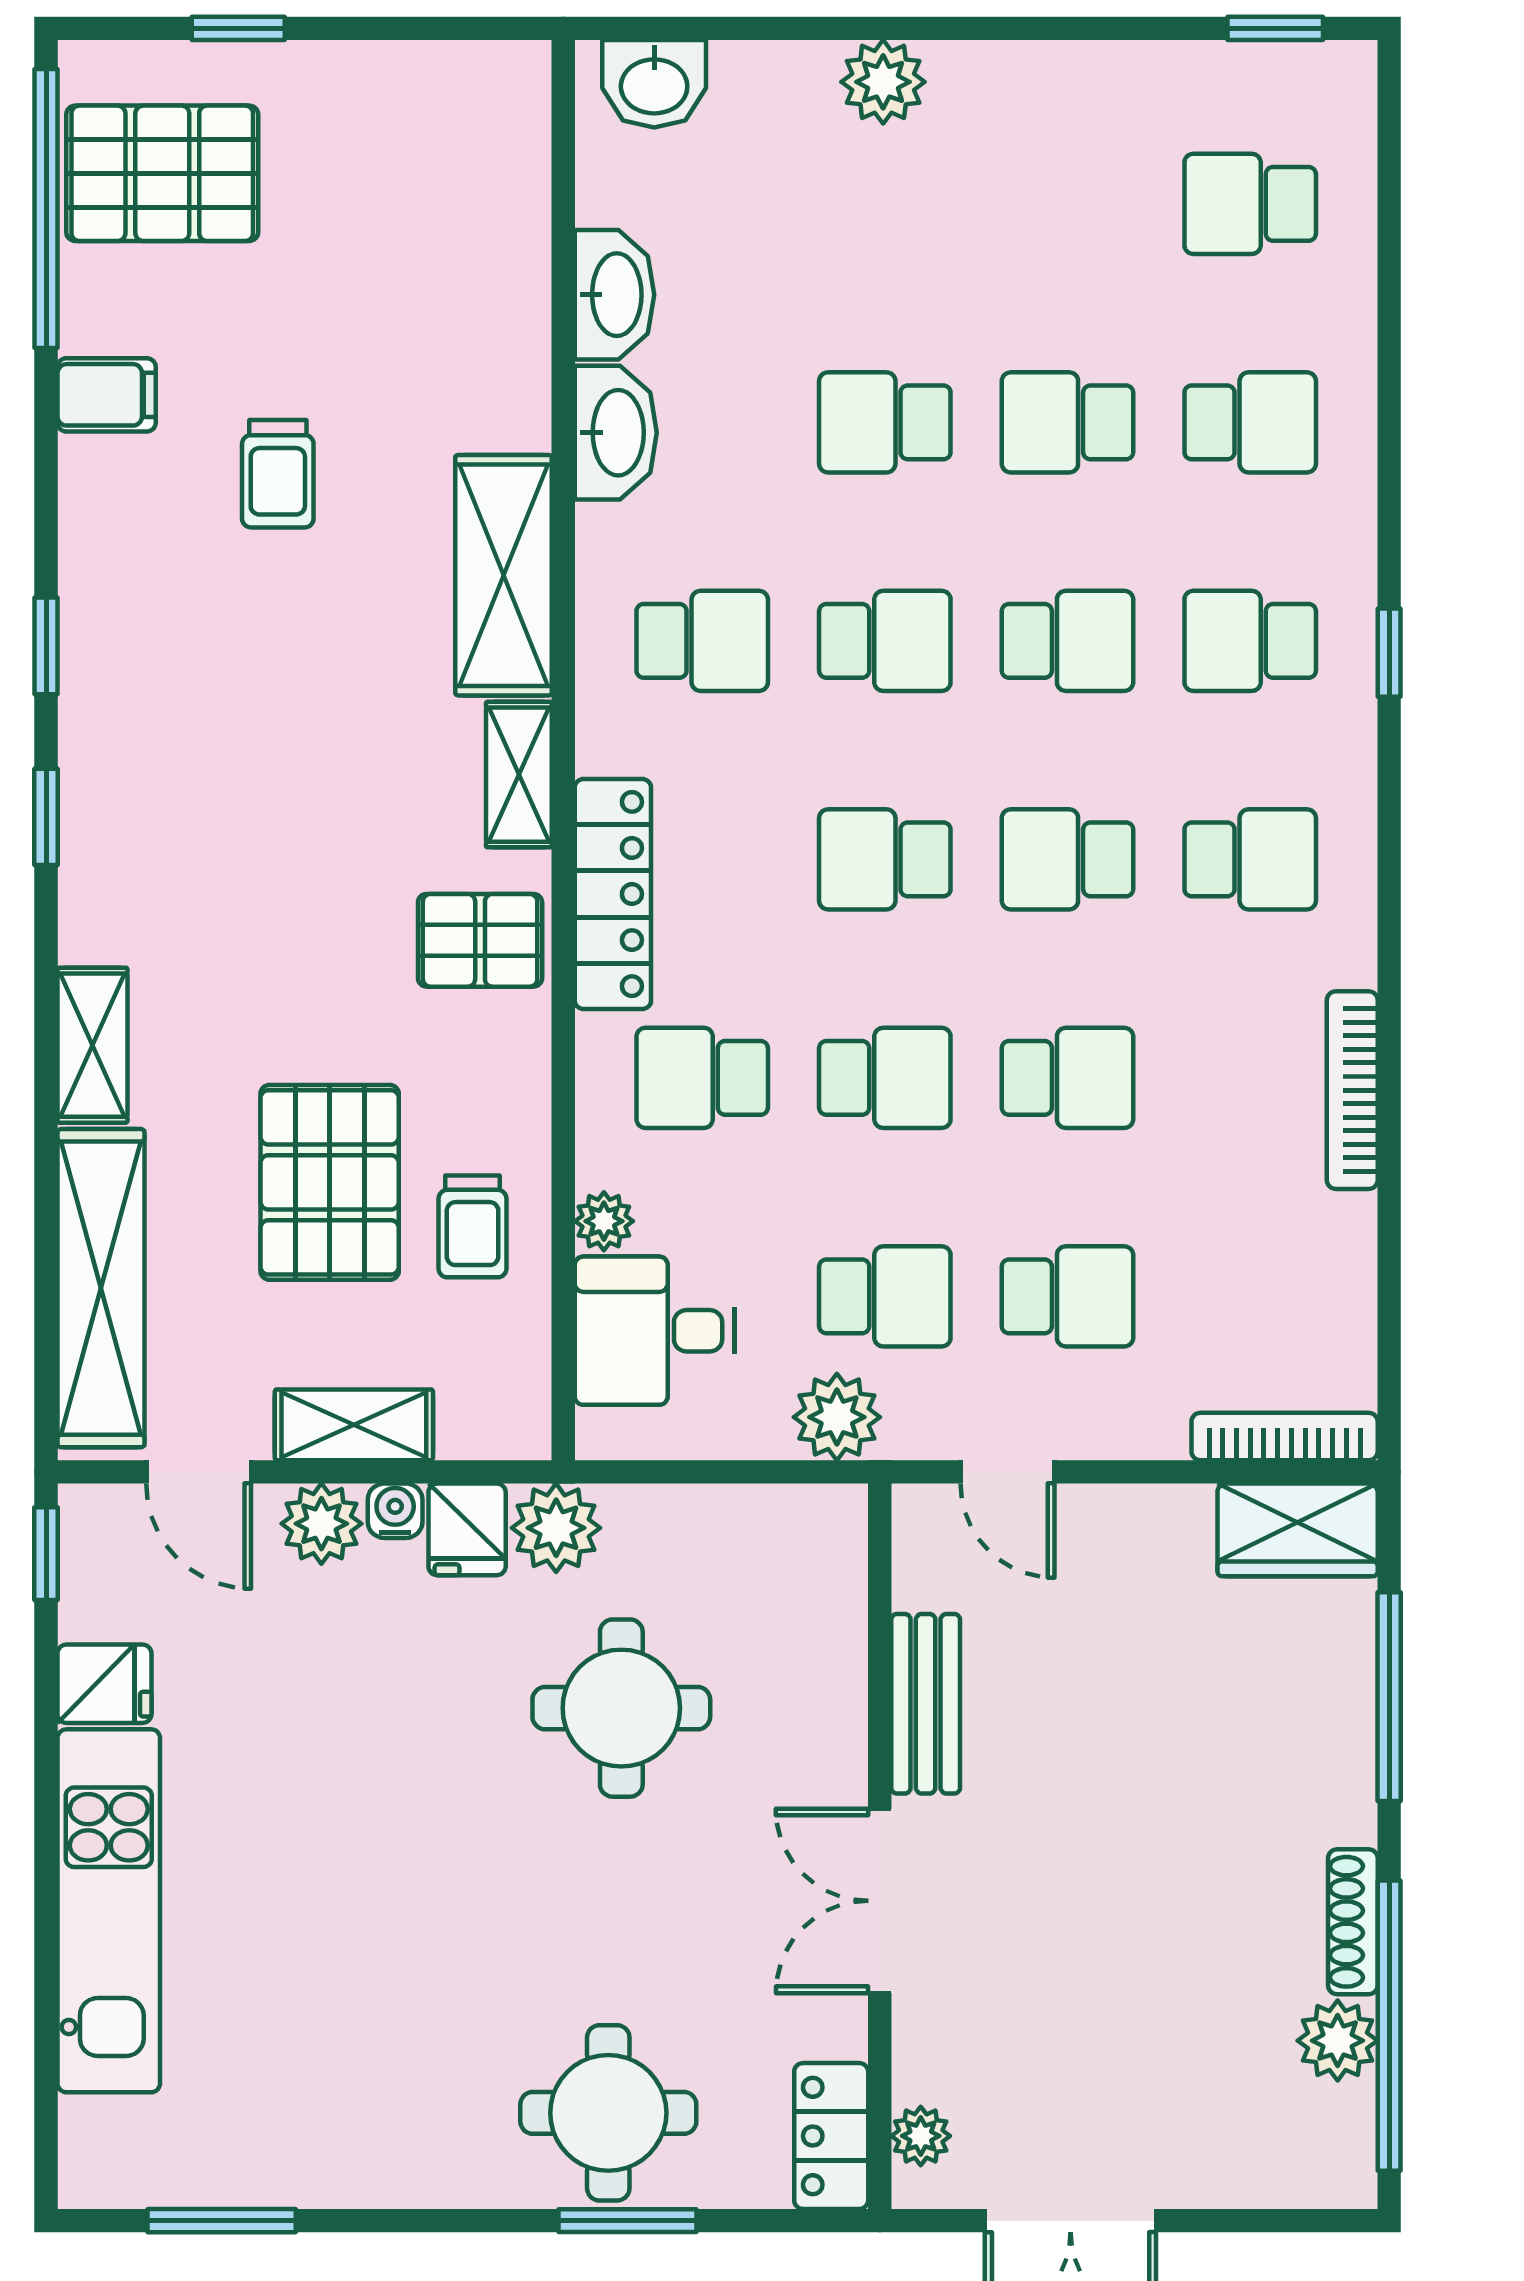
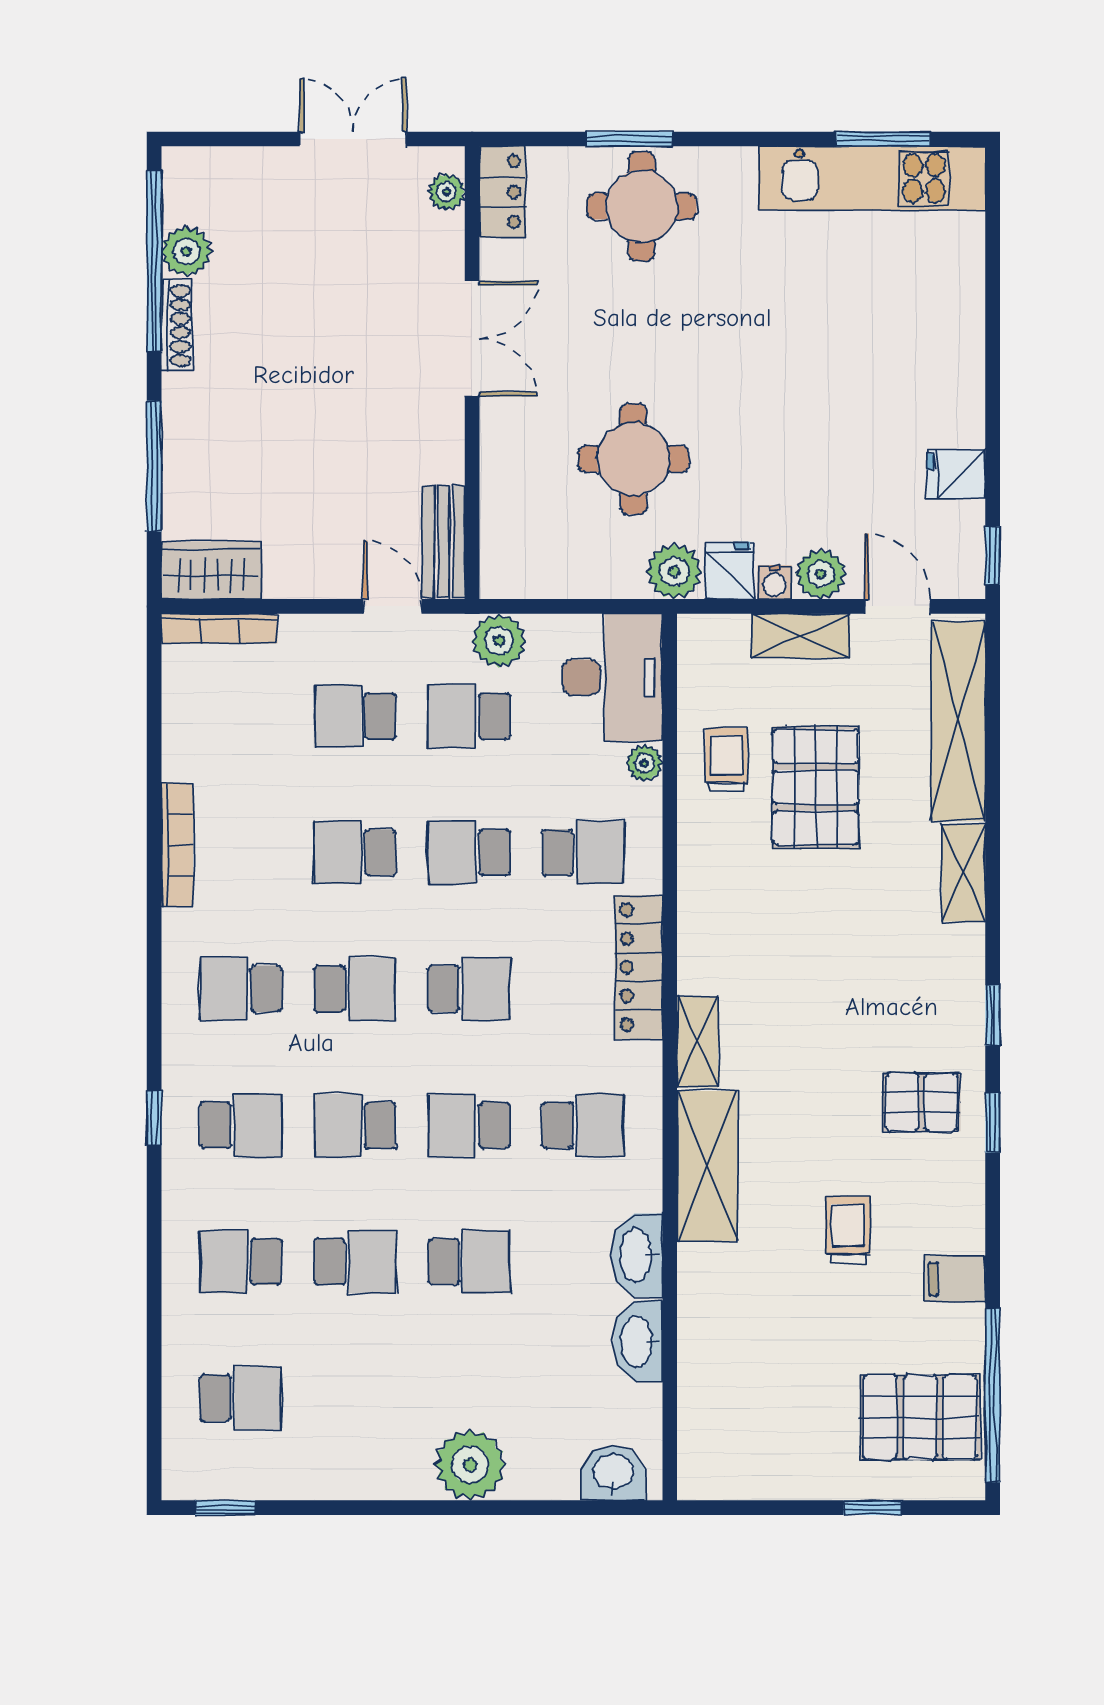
plant: (883, 82) -> (470, 1465), width x1.36, depth x1.36
school desk: (702, 641) -> (583, 1125), turned 180
pallet: (480, 940) -> (922, 1102), moved
desk: (655, 1331) -> (613, 677), width x1.37
bench: (926, 1704) -> (444, 542), moved
kitchen unit: (109, 1911) -> (872, 178), moved, turned -90

